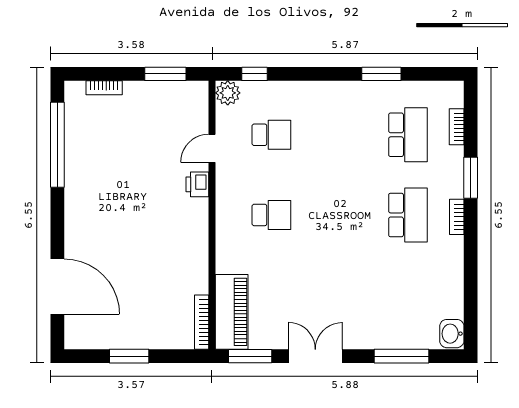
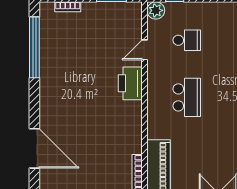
printer: (197, 184) -> (130, 83), width x1.87, depth x1.48
school desk: (271, 215) -> (187, 97), width x1.85

